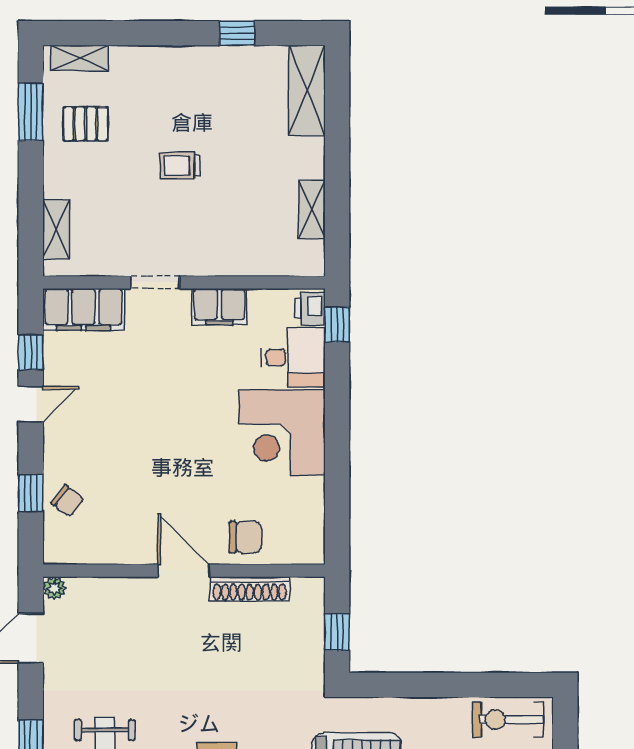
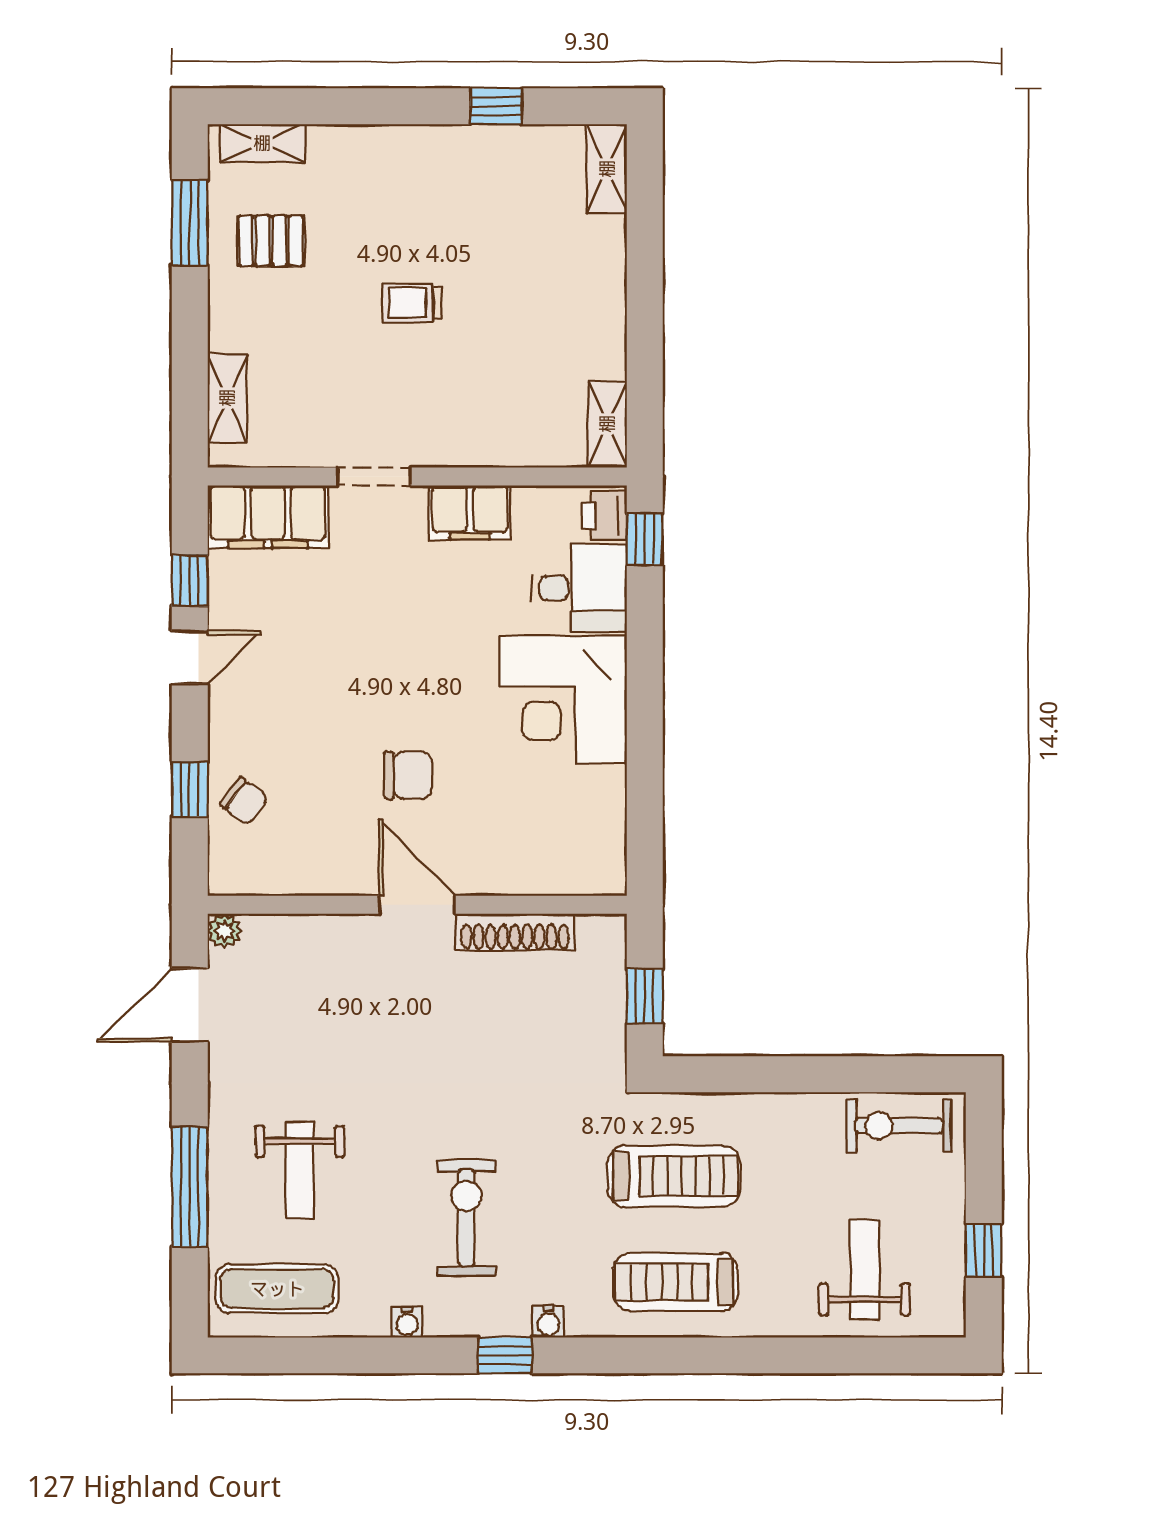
shelving: (307, 90) -> (607, 169), width x0.67, depth x0.75
shelving: (312, 209) -> (607, 424), moved
chair: (245, 537) -> (408, 775), moved

